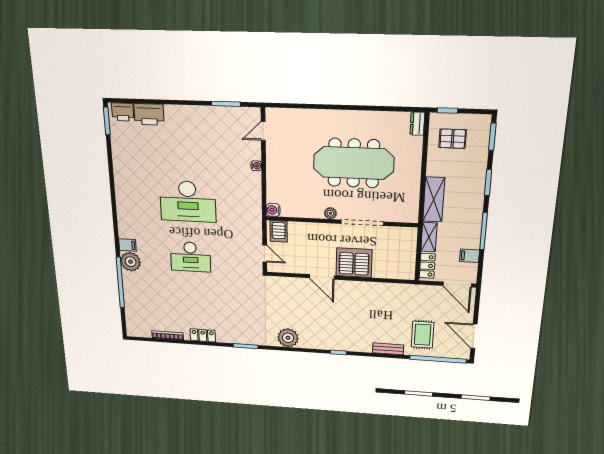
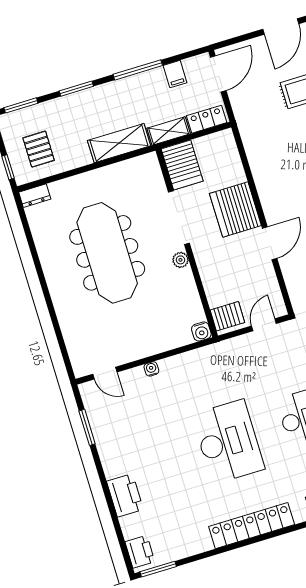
printer: (149, 114) -> (125, 495), moved
locker: (124, 197) -> (252, 526), added
server rack: (400, 238) -> (182, 165), added

